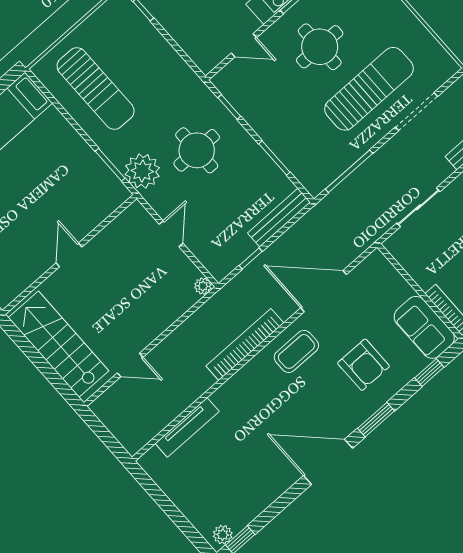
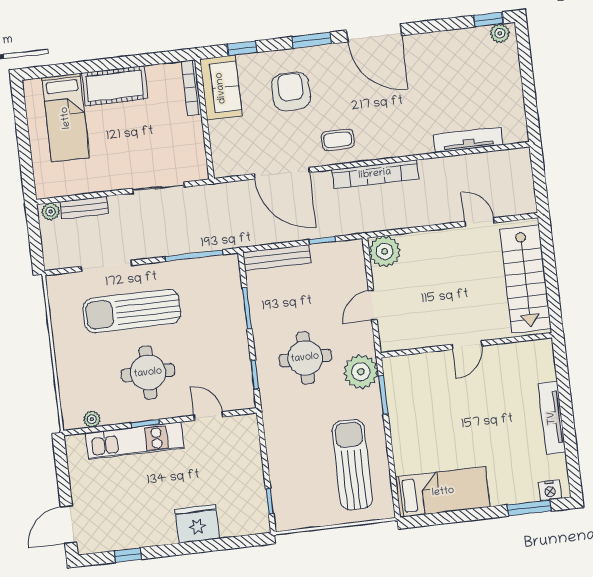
plant: (203, 286) -> (385, 251), width x1.87, depth x1.87
coffee table: (296, 351) -> (338, 140), width x0.73, depth x0.77

